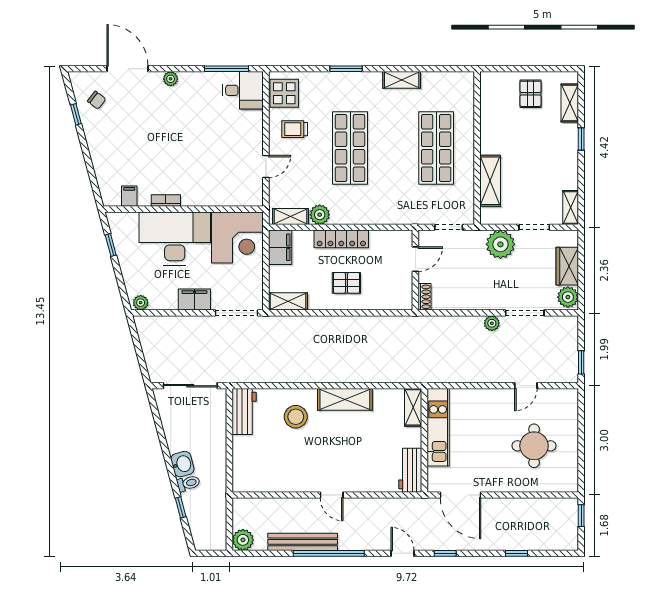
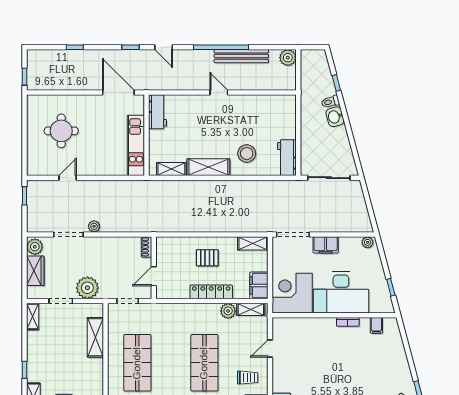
shelving: (413, 407) -> (171, 169), moved, turned 90

